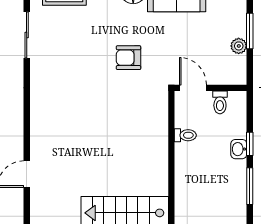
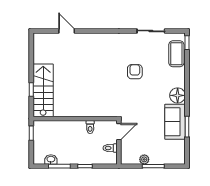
armchair: (128, 58) -> (135, 72), moved
washbasin: (239, 149) -> (51, 159), moved

